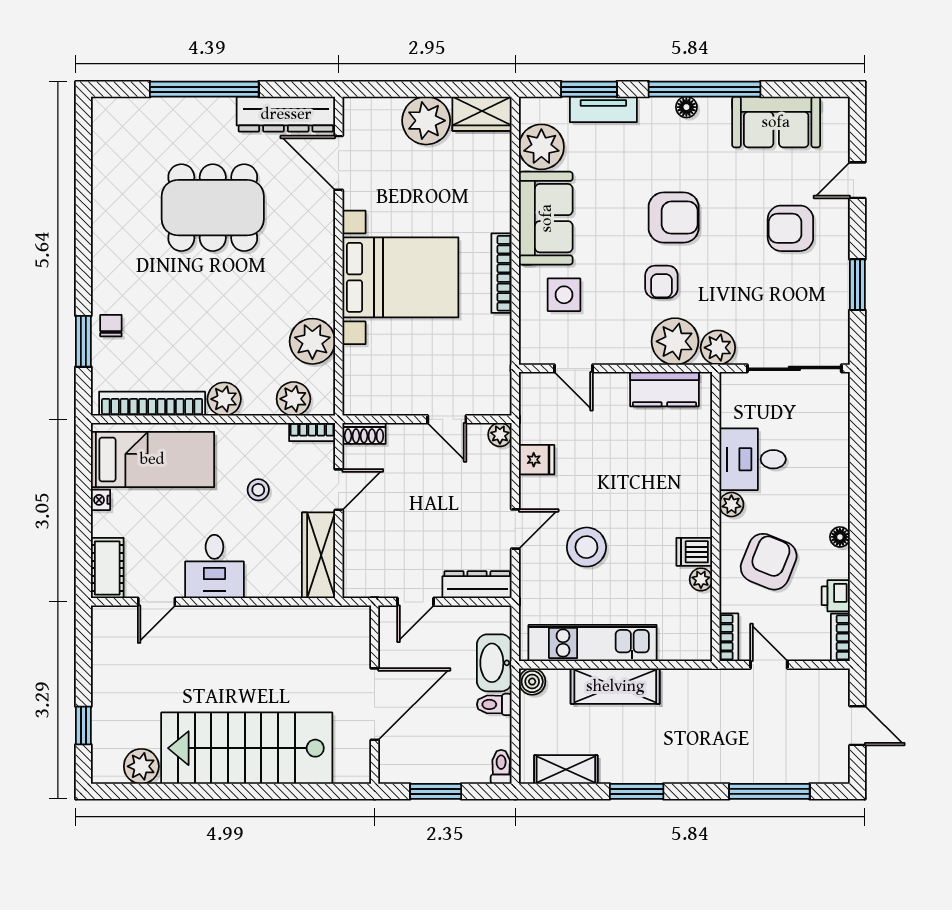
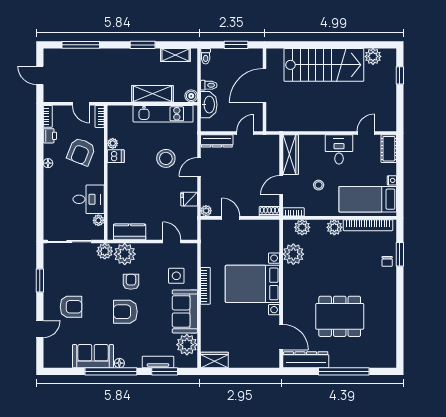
plant: (426, 121) -> (240, 357), removed
sofa: (776, 122) -> (93, 356), moved
plant: (731, 504) -> (98, 220), moved

